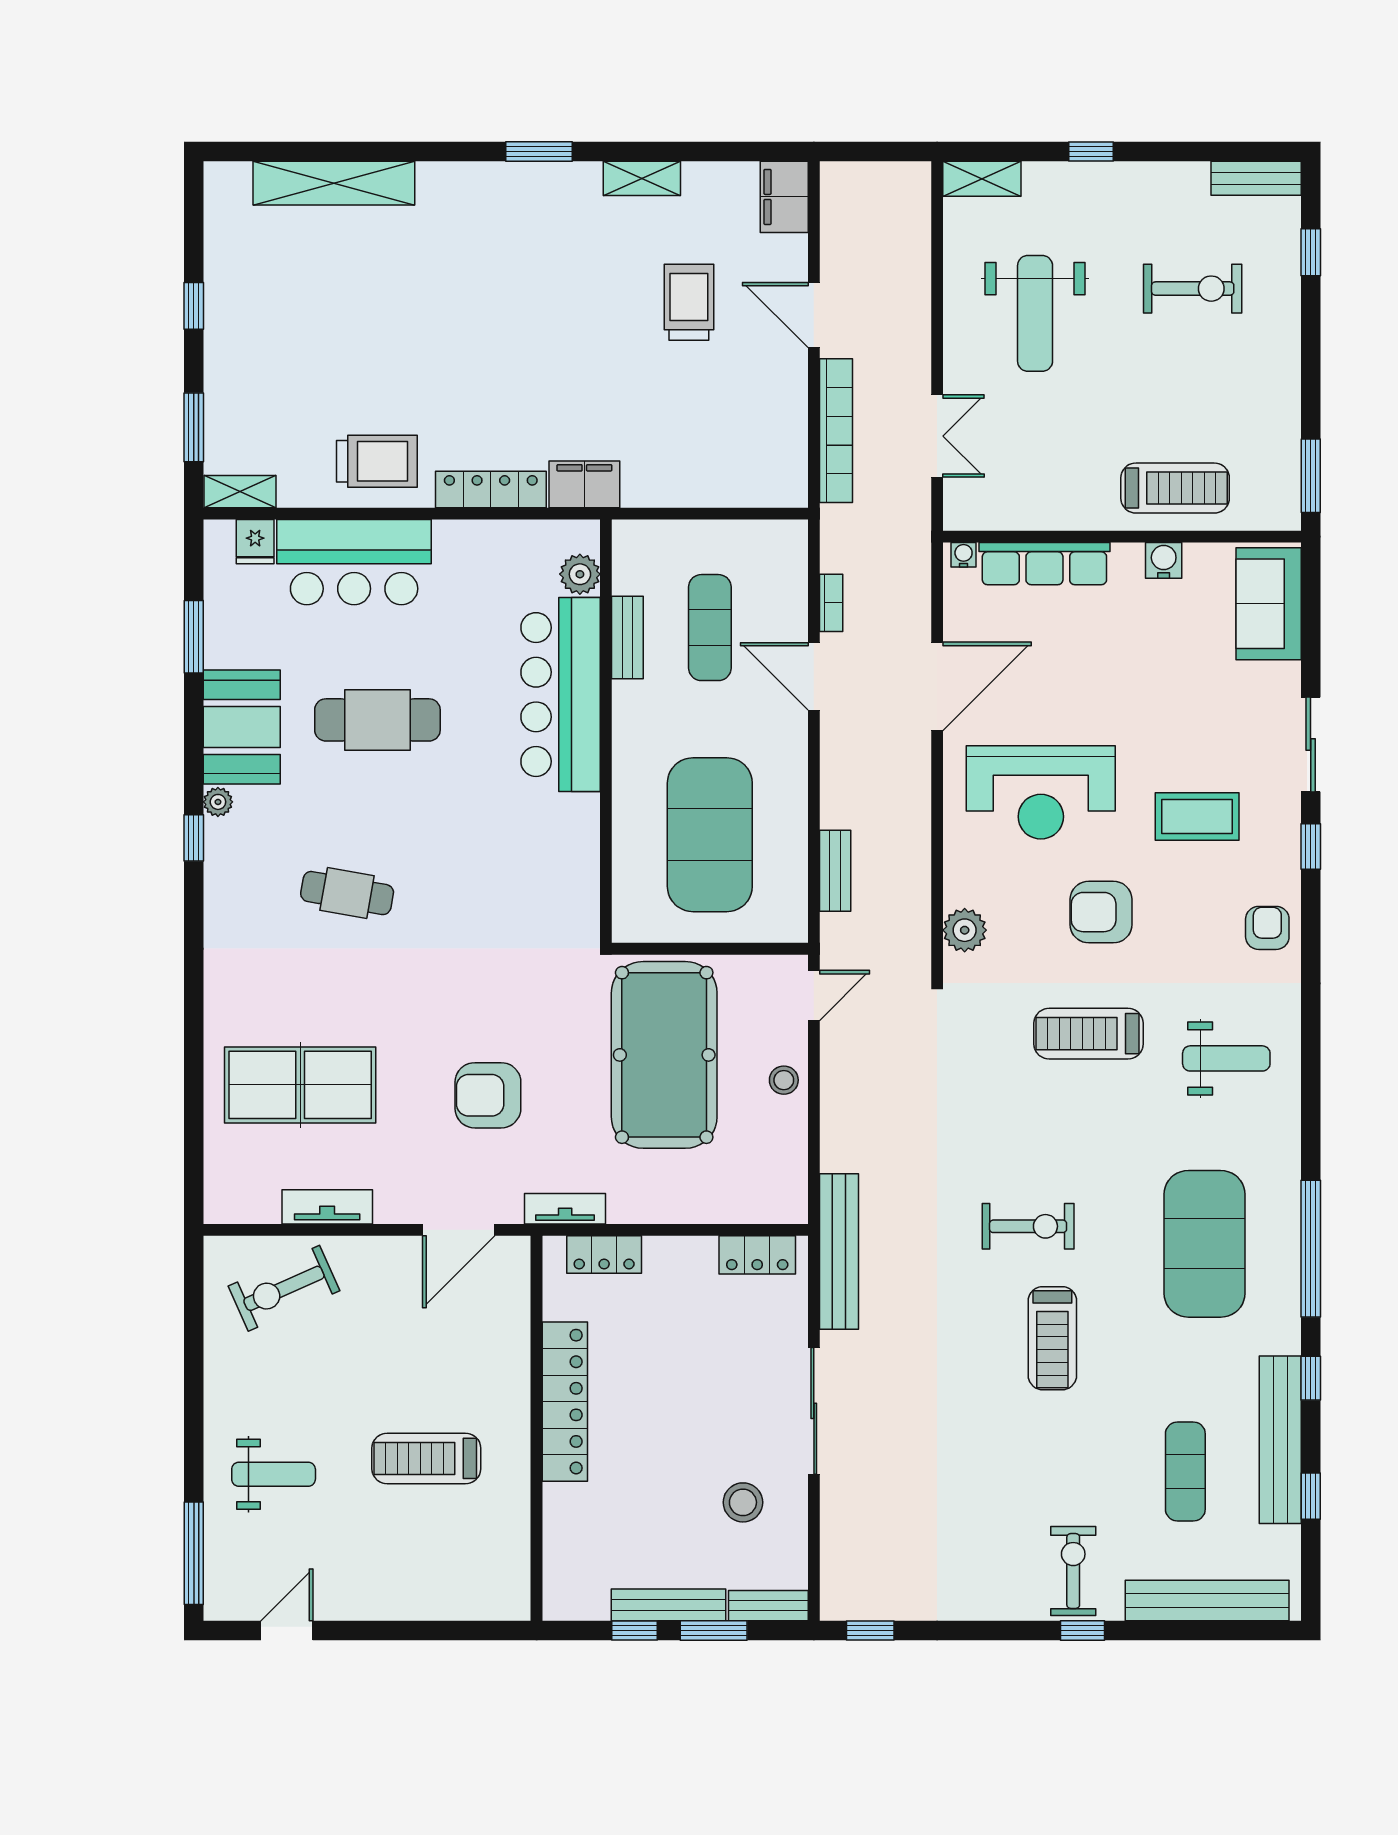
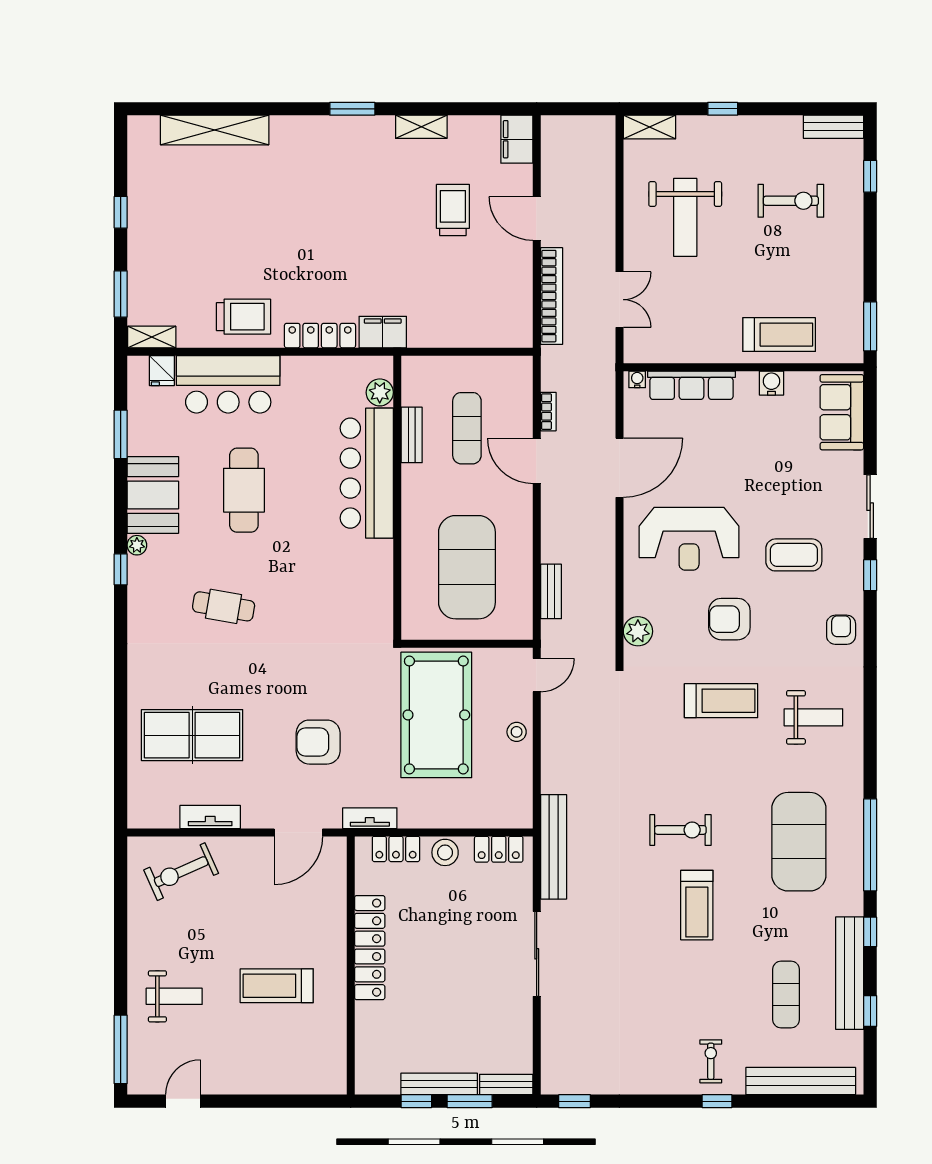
cafe table: (377, 720) -> (244, 490), turned 90
treadmill: (1089, 1034) -> (721, 701), turned 180
stool: (743, 1502) -> (445, 852), moved
exercise bike: (1073, 1571) -> (711, 1061), width x0.73, depth x0.72

